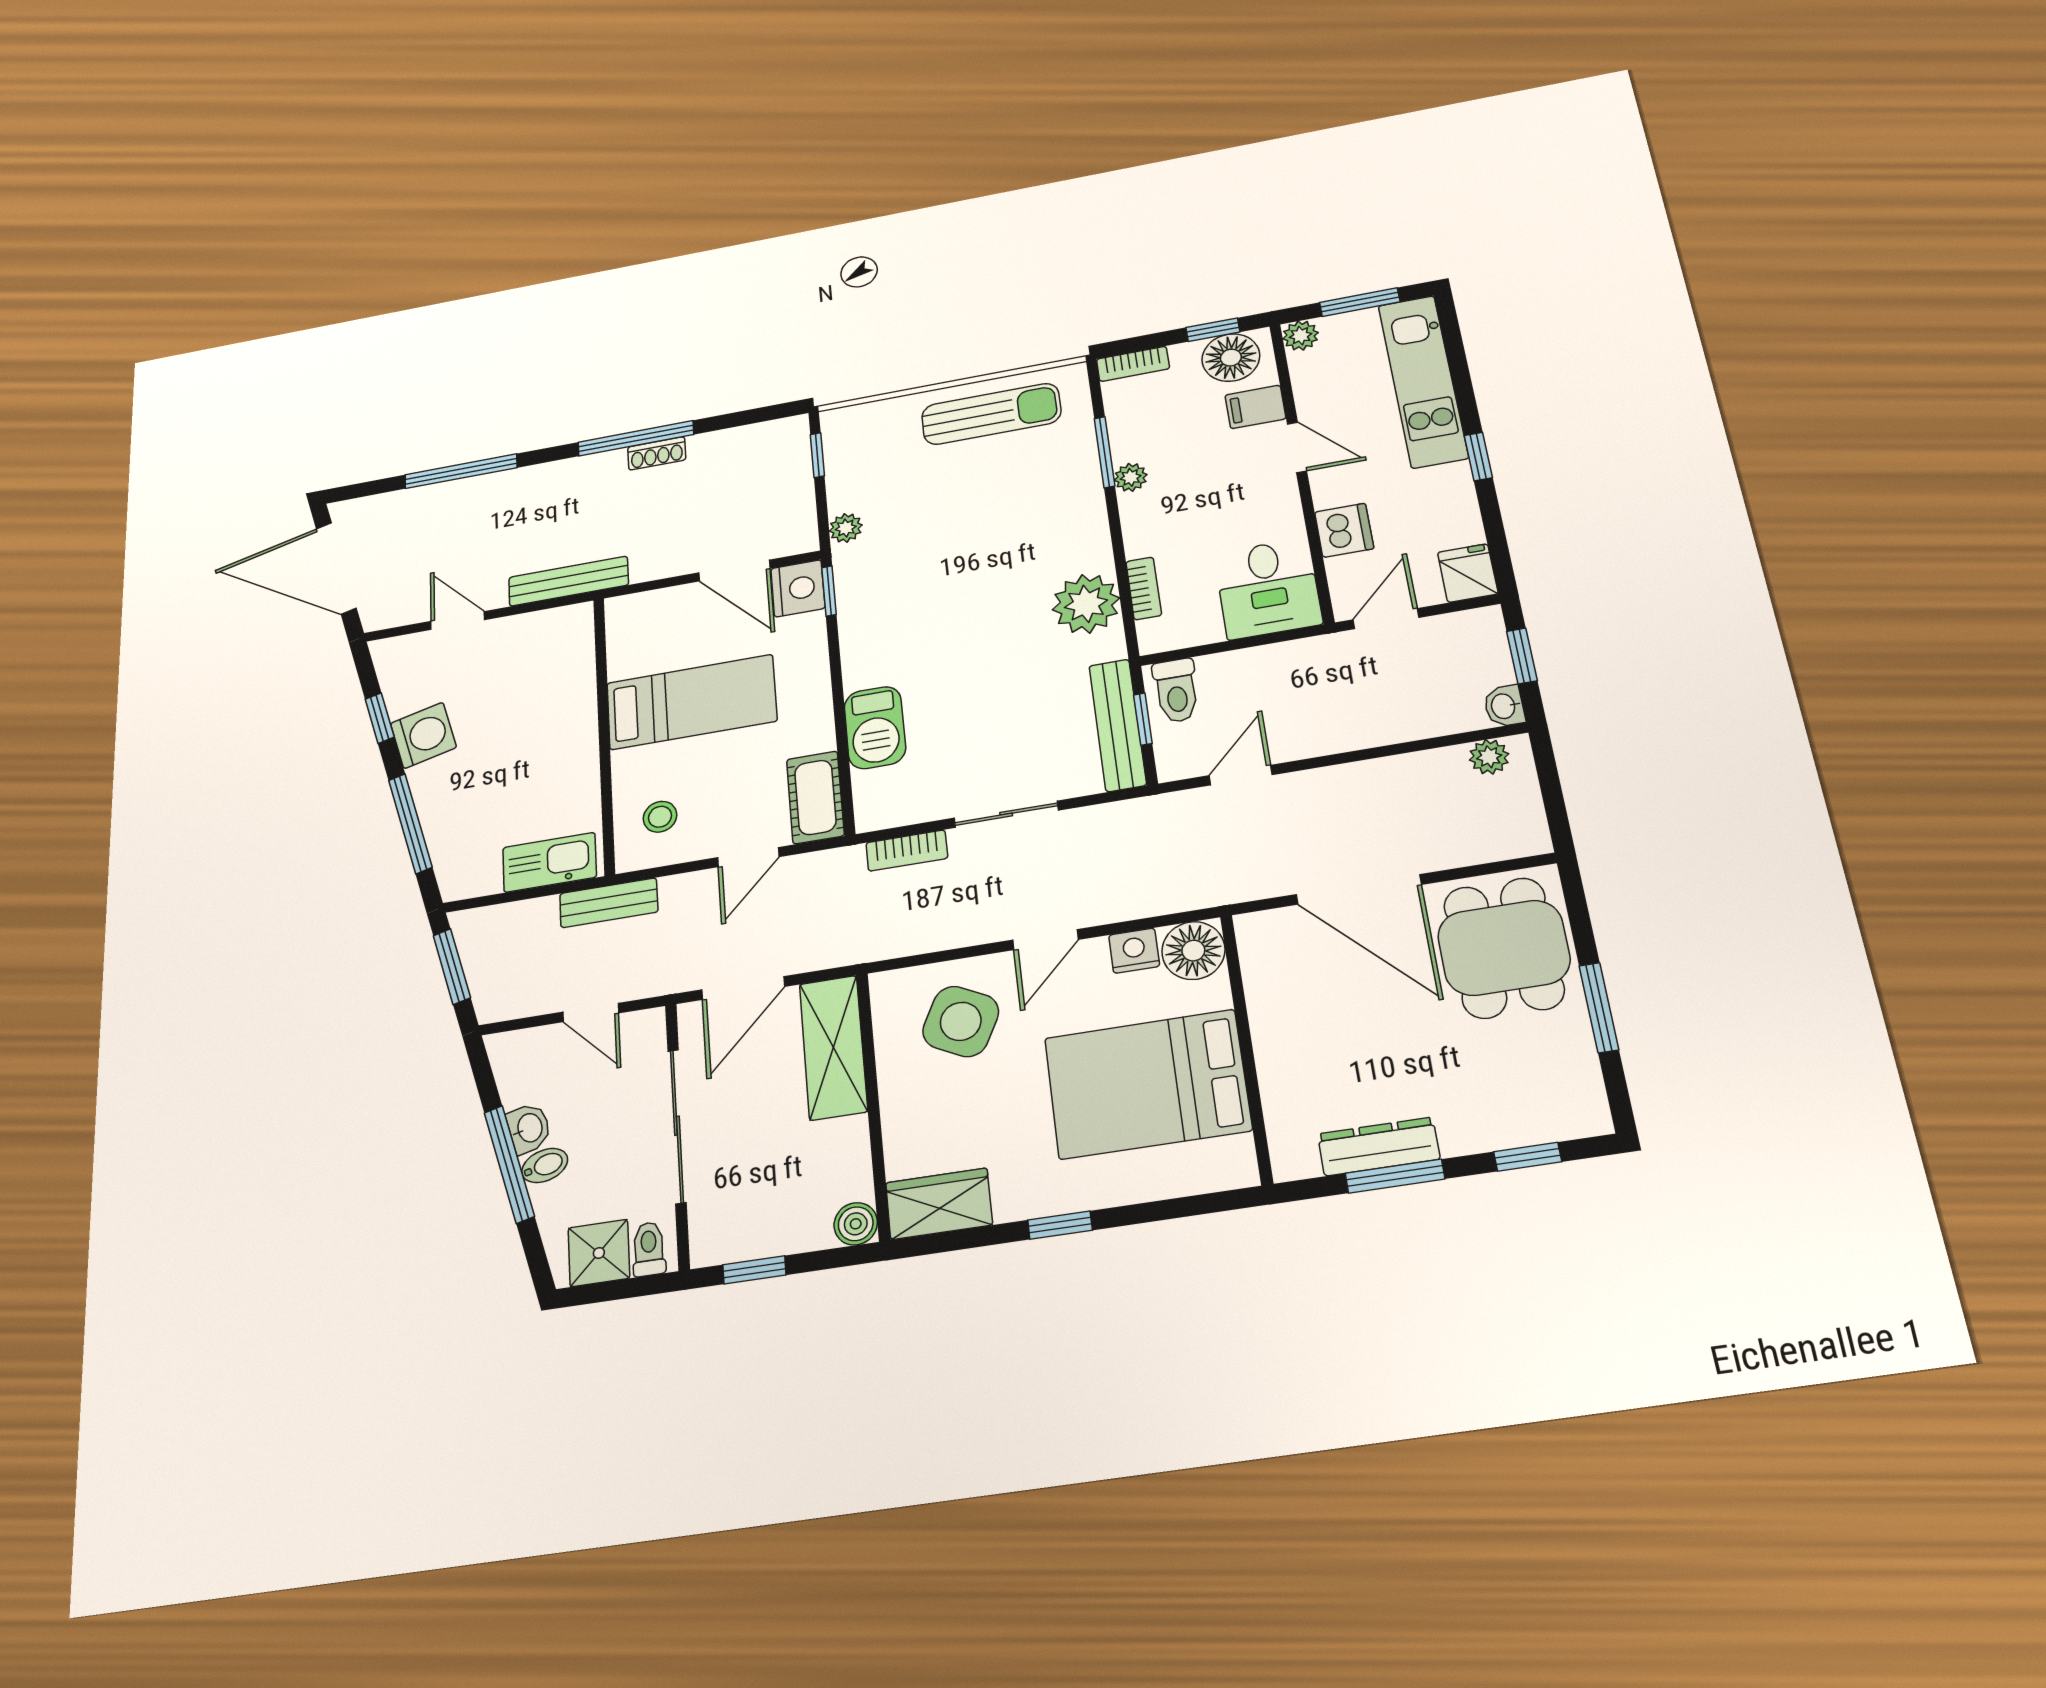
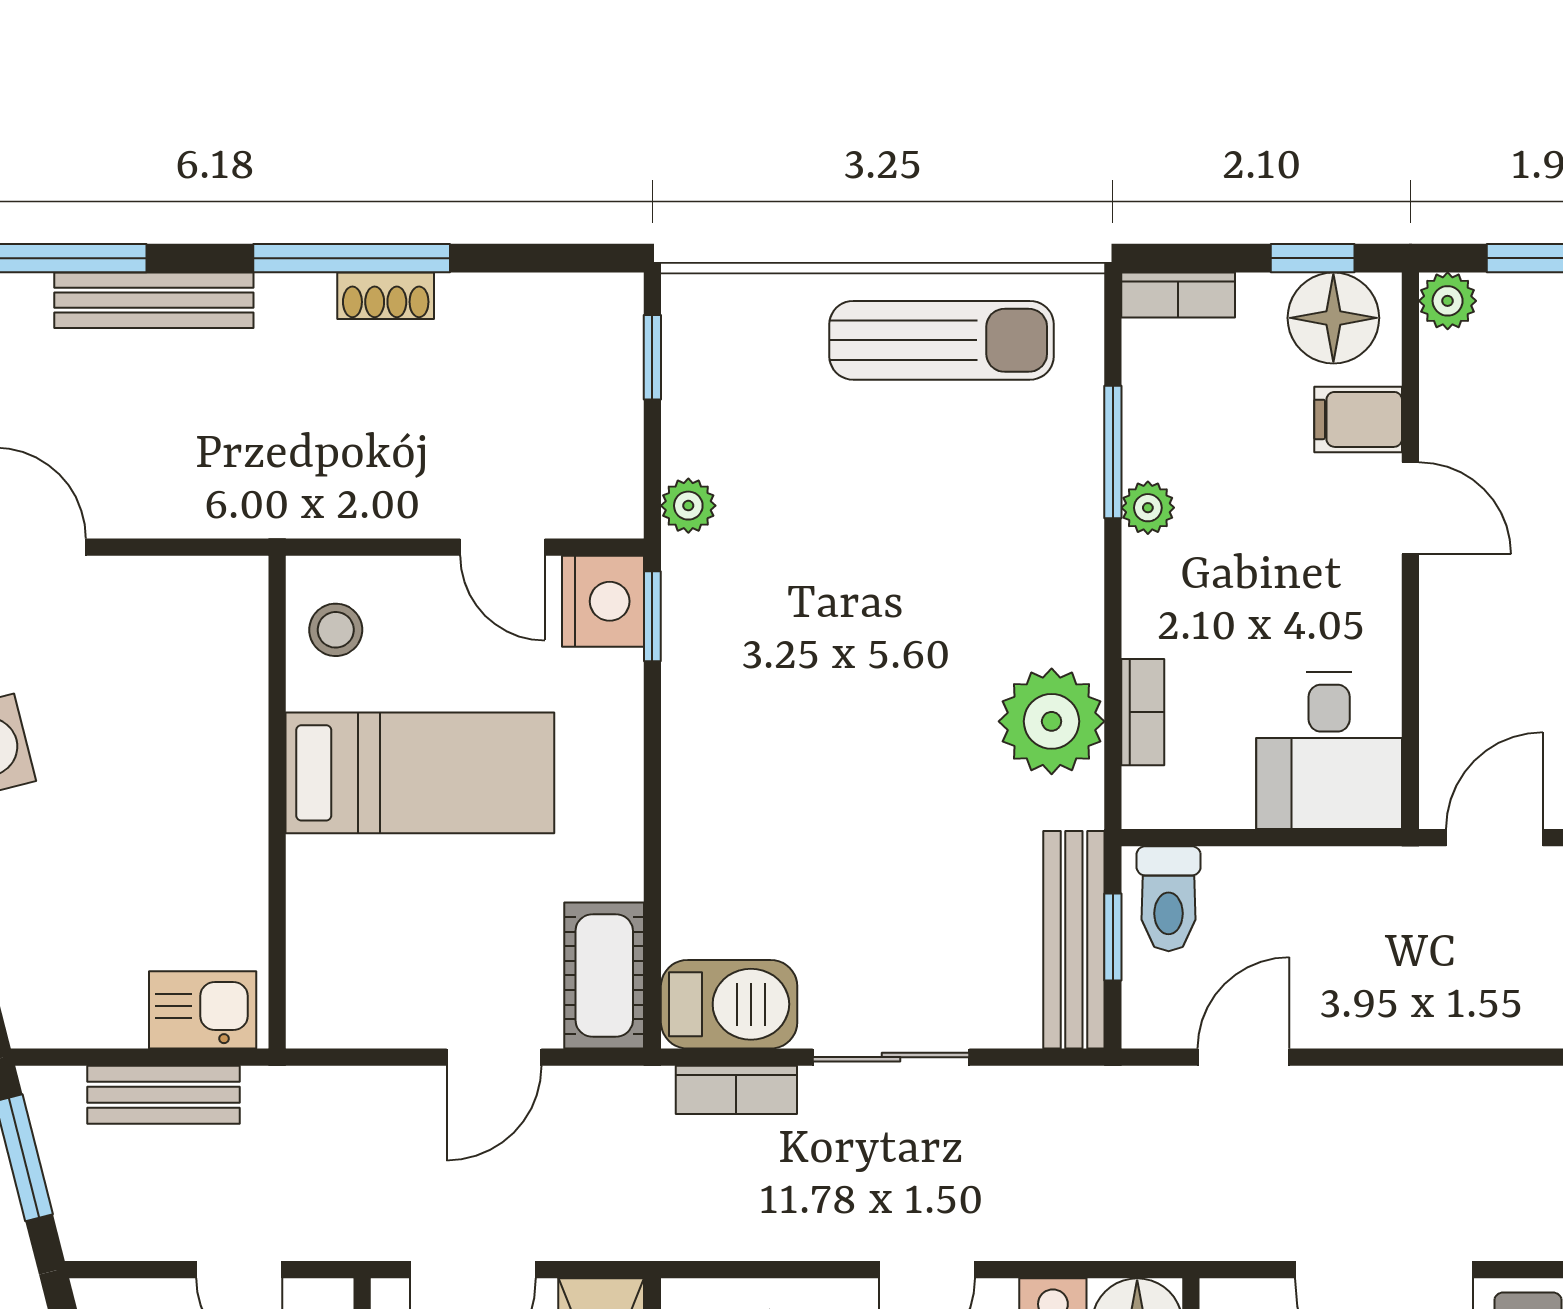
dishwasher: (1344, 530) -> (1458, 672), removed
door: (734, 570) -> (502, 547), width x0.73
bench: (568, 581) -> (154, 300), moved
barbecue: (875, 728) -> (729, 1004), moved, turned -90
stool: (660, 817) -> (336, 630), moved
kitchen sink: (550, 862) -> (203, 1010), width x0.73
bench: (609, 903) -> (163, 1095), moved

